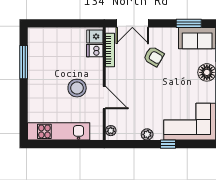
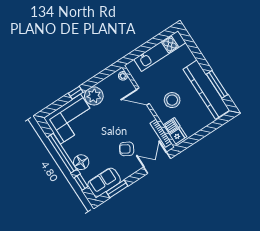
kitchen counter: (38, 64) -> (206, 90), added
stool: (77, 88) -> (172, 100), moved
plant: (147, 134) -> (94, 96), width x1.88, depth x1.88

